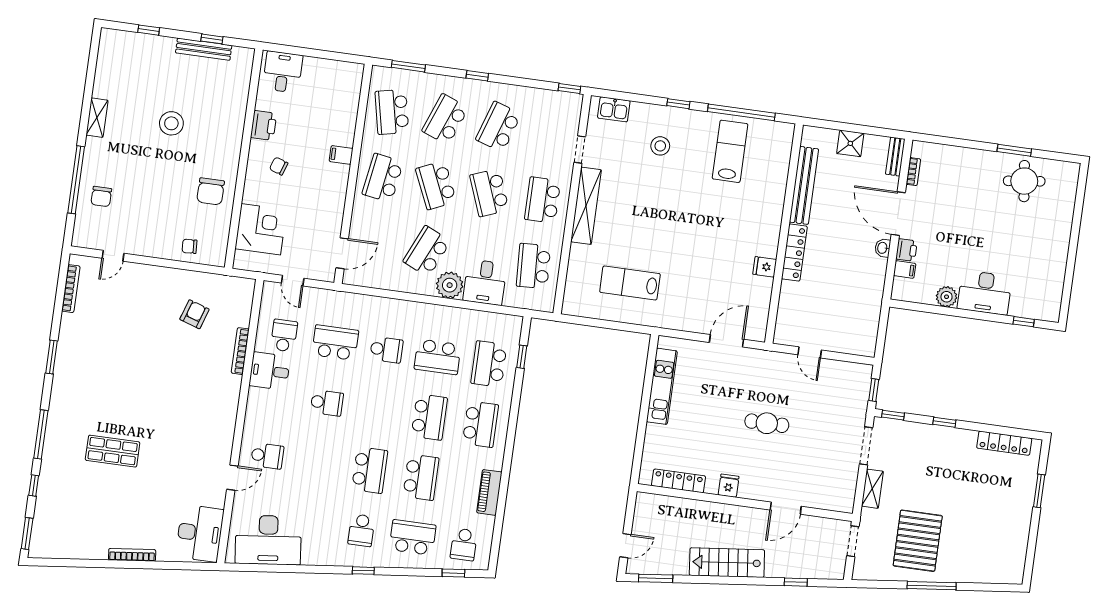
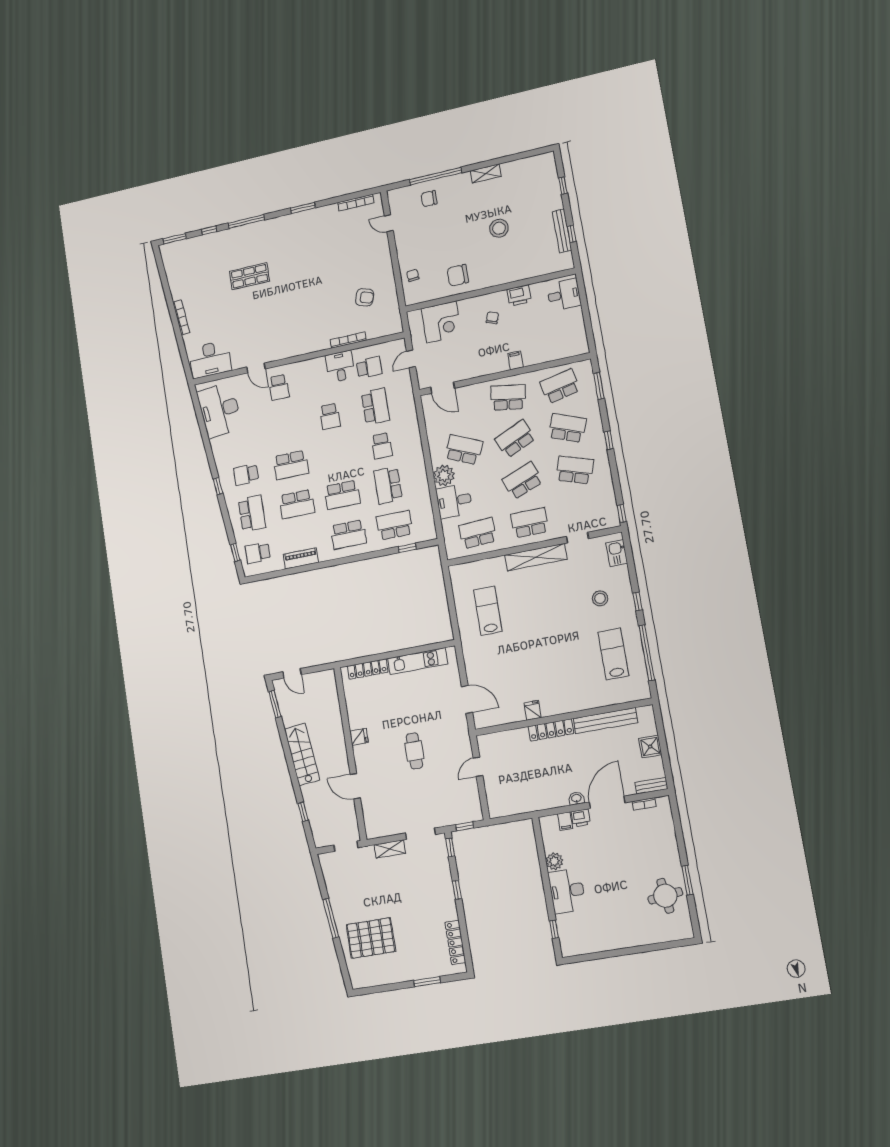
lab bench: (730, 151) -> (613, 654), turned -90
shop shelf: (113, 451) -> (250, 276), turned 90
locker: (678, 481) -> (368, 669), moved, turned 90
pallet: (918, 541) -> (371, 938), moved

